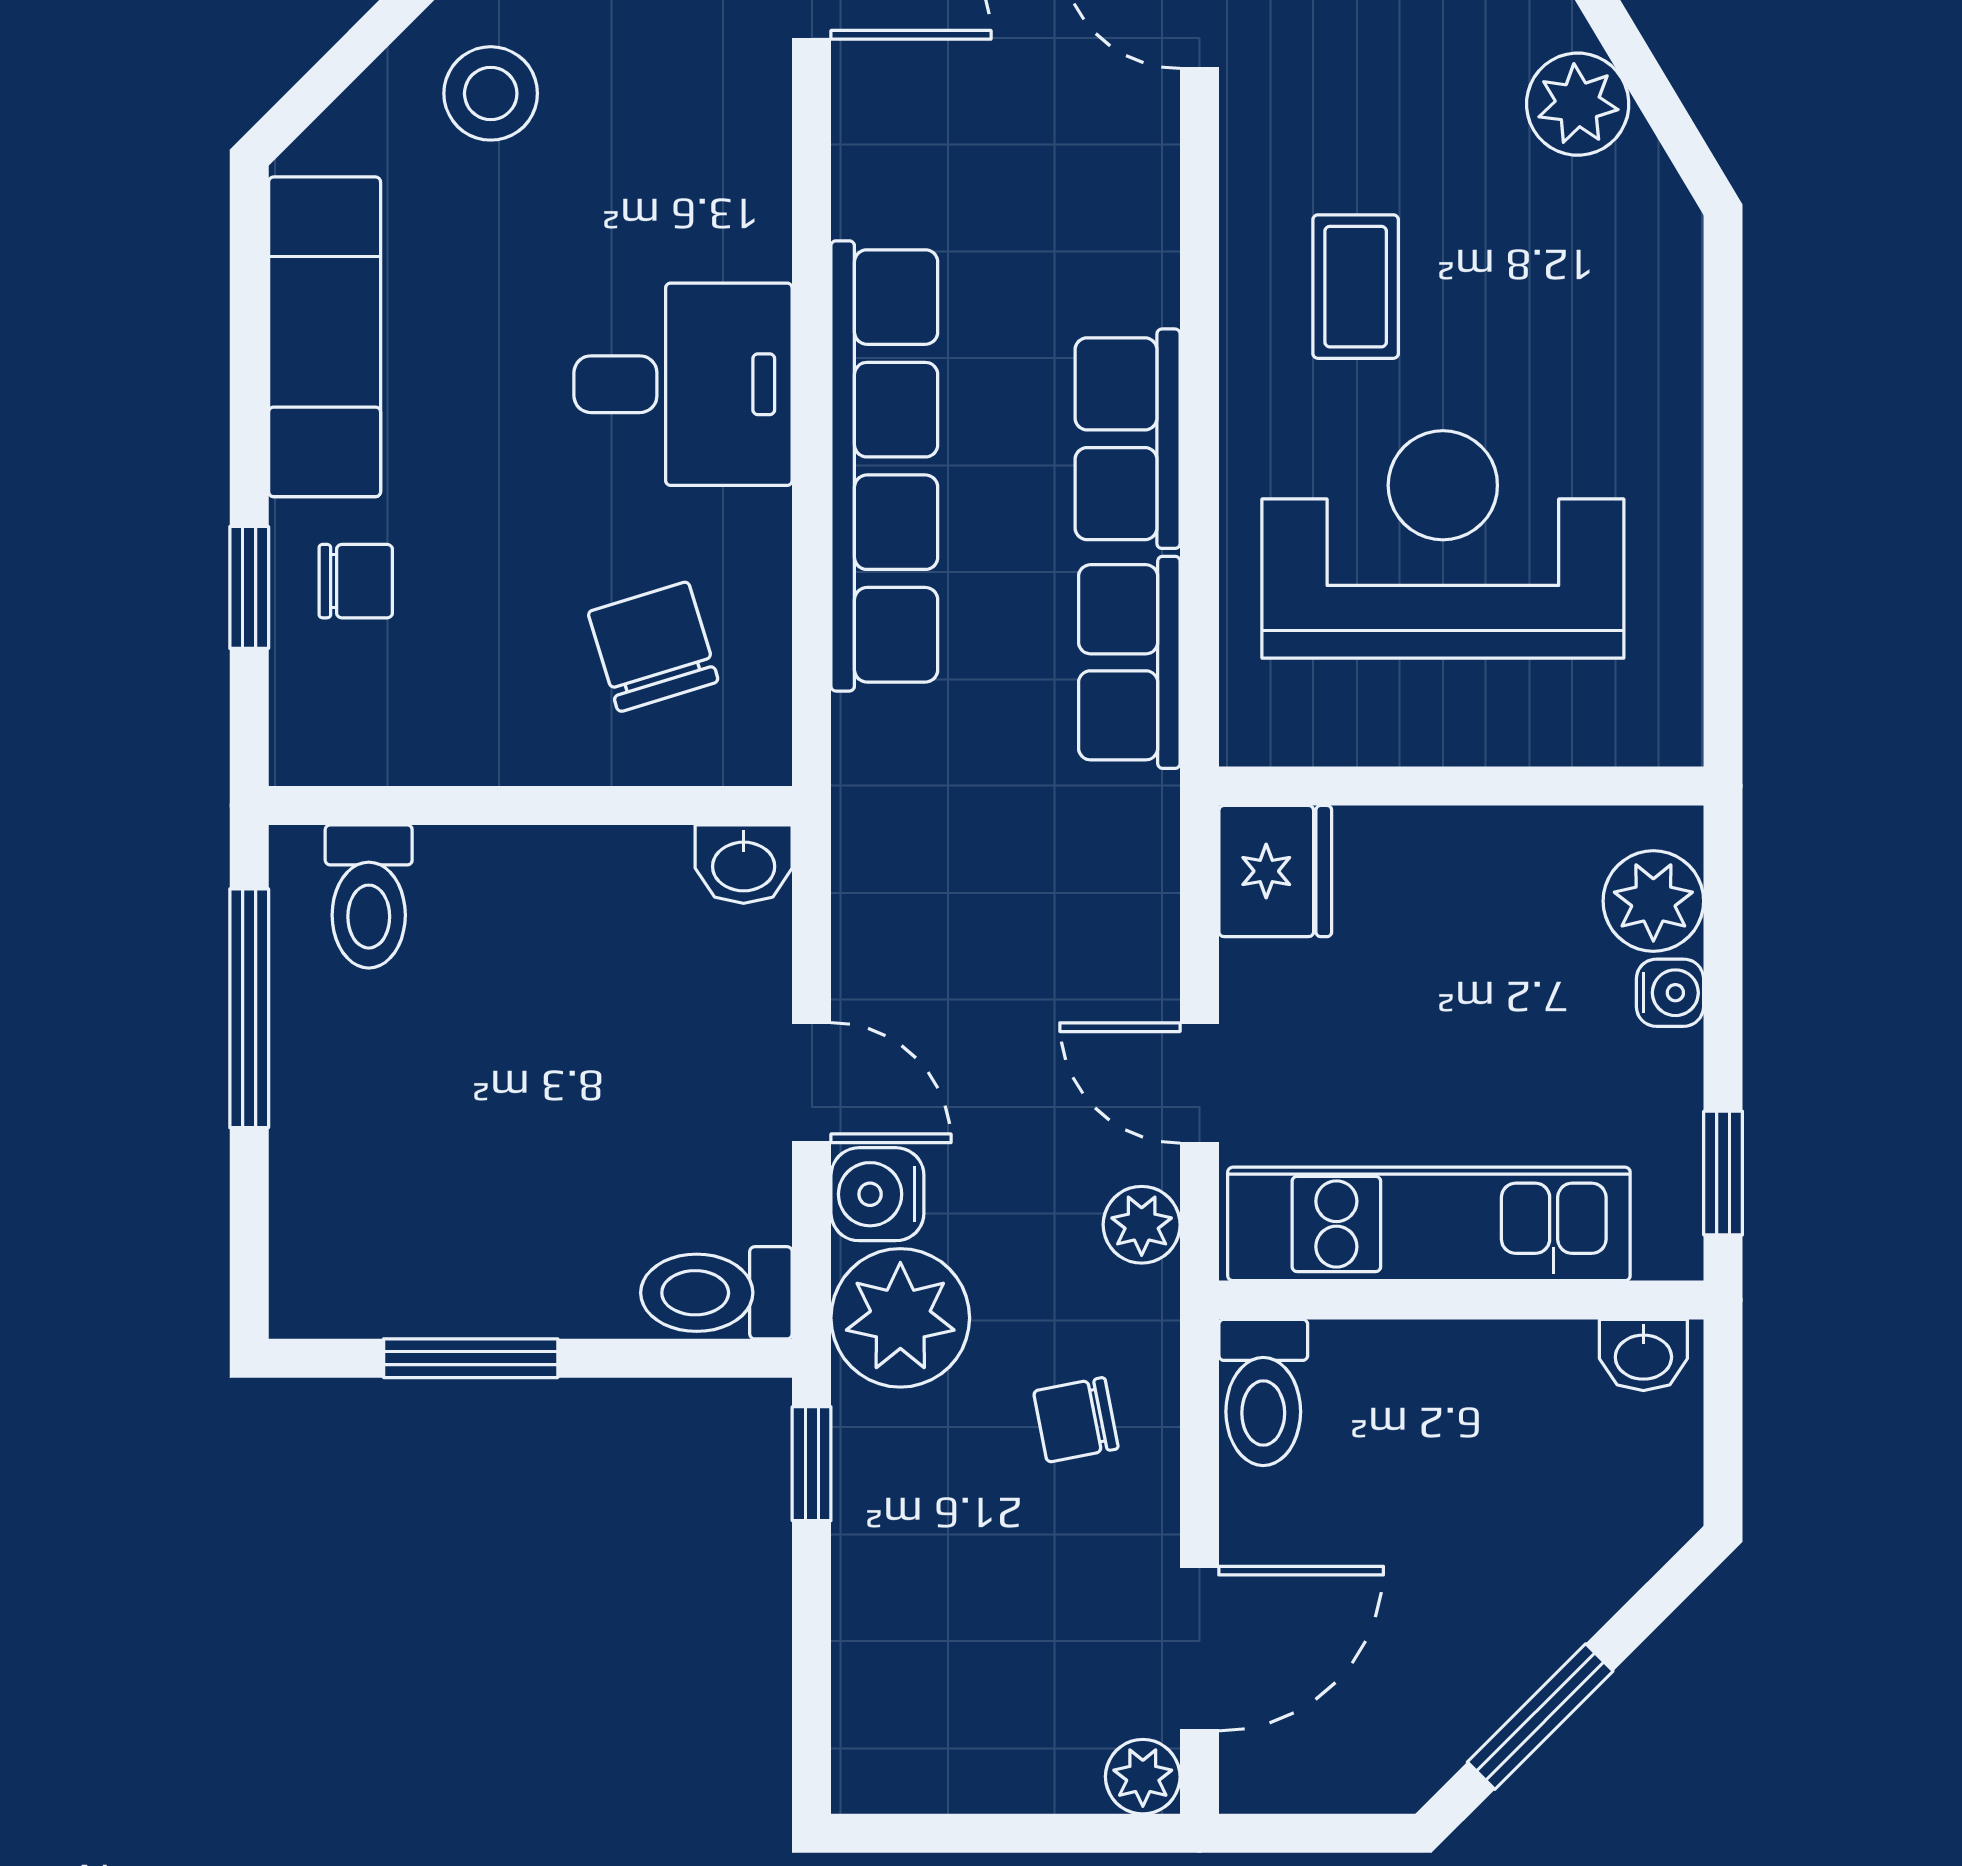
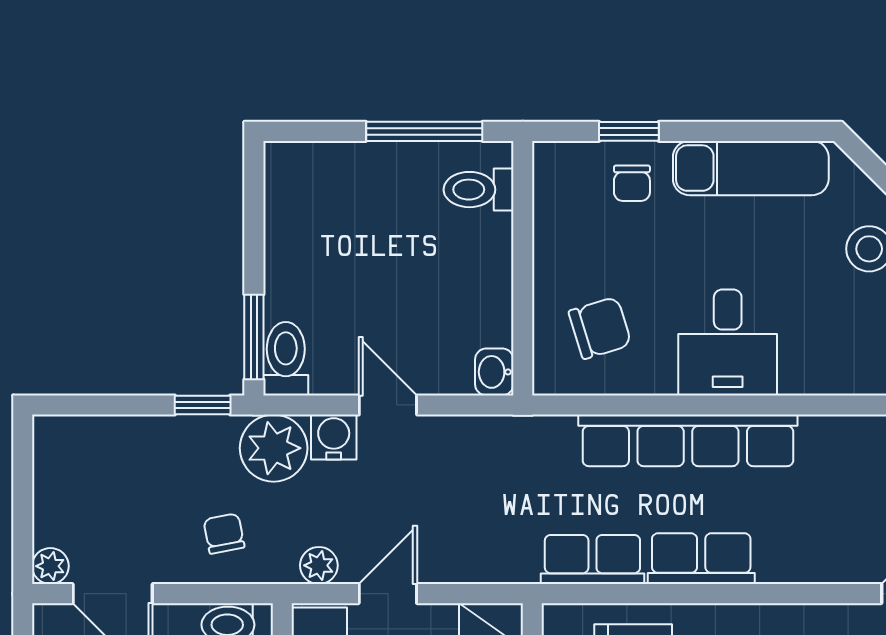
door: (812, 1083) -> (388, 405), swing flipped
window: (471, 1358) -> (254, 337), moved

